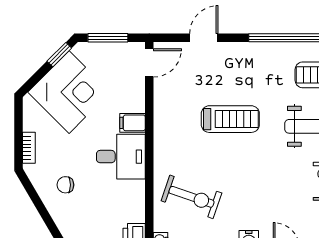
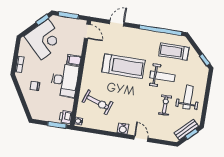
door: (149, 63) -> (87, 31), hinge flipped
treadmill: (230, 119) -> (123, 66), width x1.37, depth x1.38
desk: (121, 157) -> (65, 80), width x1.37

